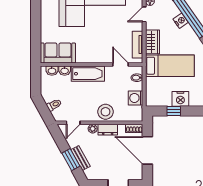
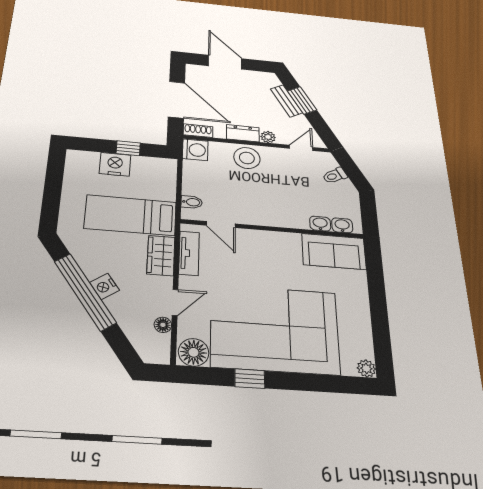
bathtub: (88, 74) -> (279, 215), removed
washing machine: (136, 98) -> (195, 150), moved

